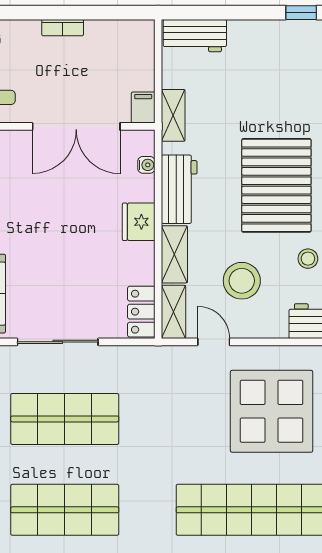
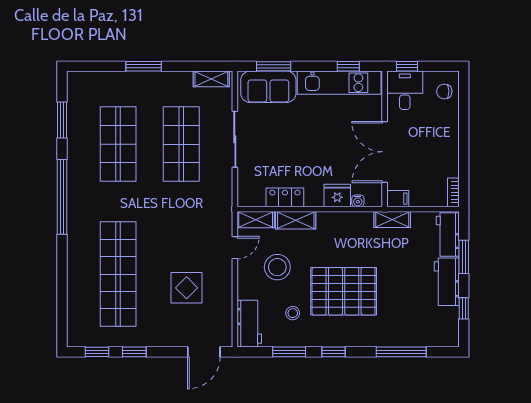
window: (227, 13) -> (464, 257), added
bookcase: (63, 28) -> (453, 192), moved
workbench: (179, 189) -> (447, 282), moved, turned 90
fridge: (139, 222) -> (337, 195), moved
locker: (141, 312) -> (285, 197), moved
display table: (272, 411) -> (187, 288), width x0.54, depth x0.54

